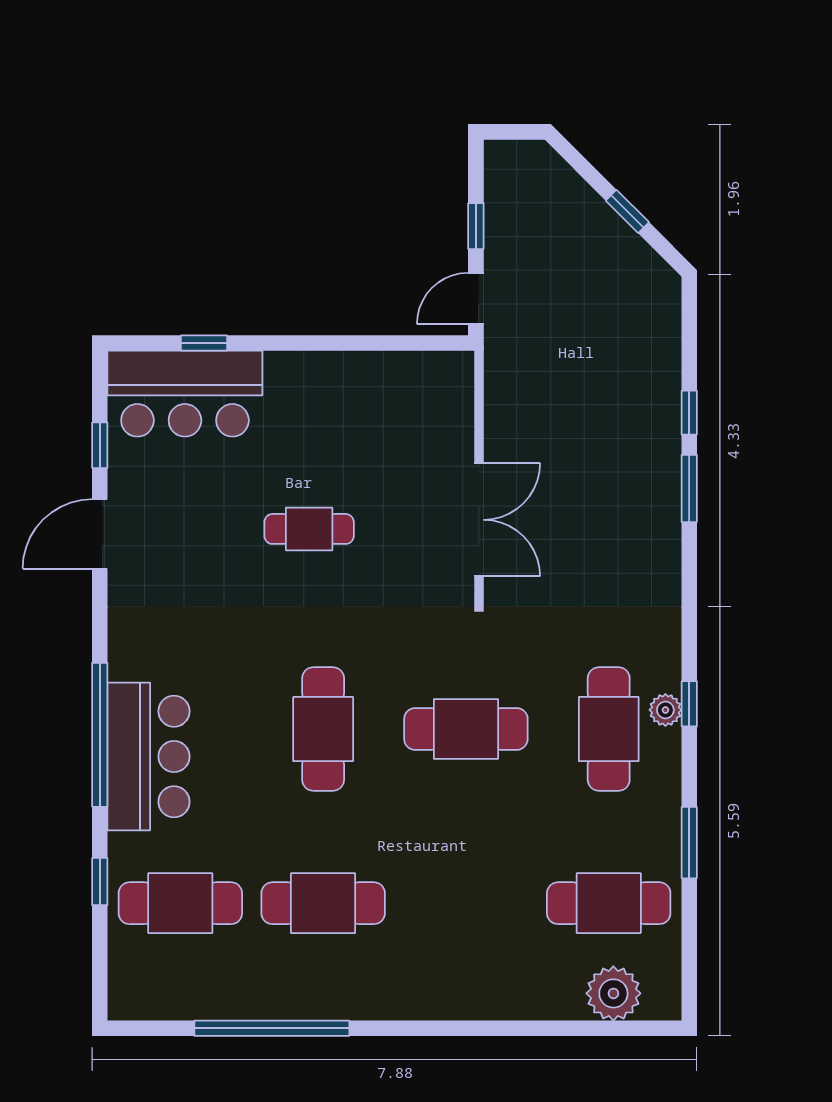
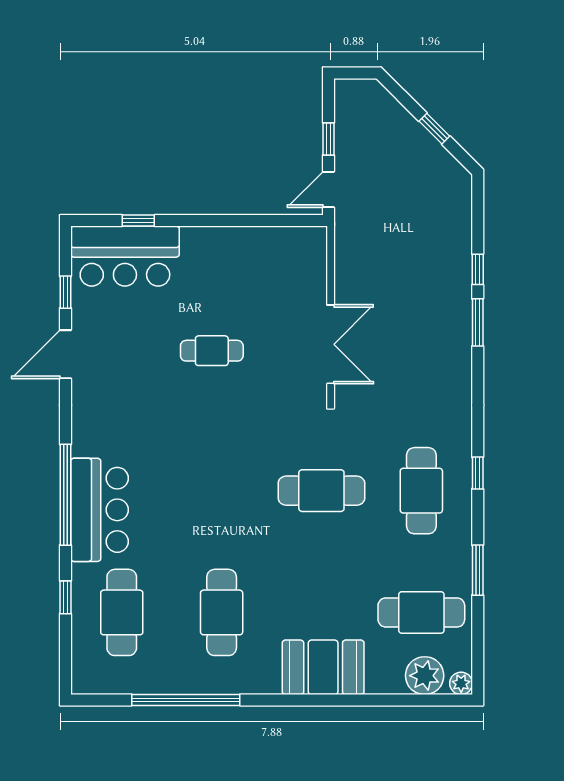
plant: (665, 710) -> (461, 683), moved
cafe table: (323, 729) -> (222, 491), removed
cafe table: (180, 903) -> (122, 612), turned 90
cafe table: (323, 903) -> (222, 612), turned 90
booth: (468, 982) -> (323, 667), added

